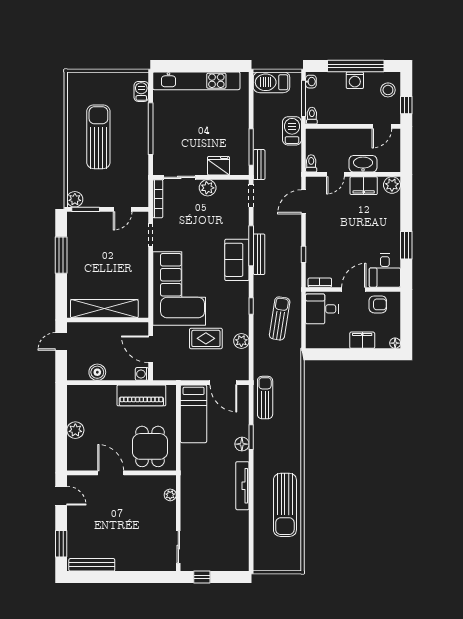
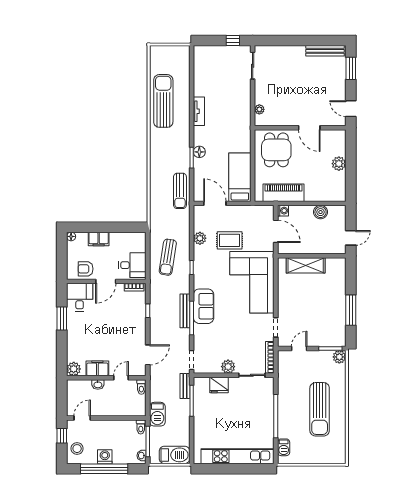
washbasin: (363, 164) -> (98, 385), width x0.52, depth x0.69
shelving: (104, 309) -> (306, 265), width x0.68
tv unit: (242, 486) -> (199, 111), width x0.71

